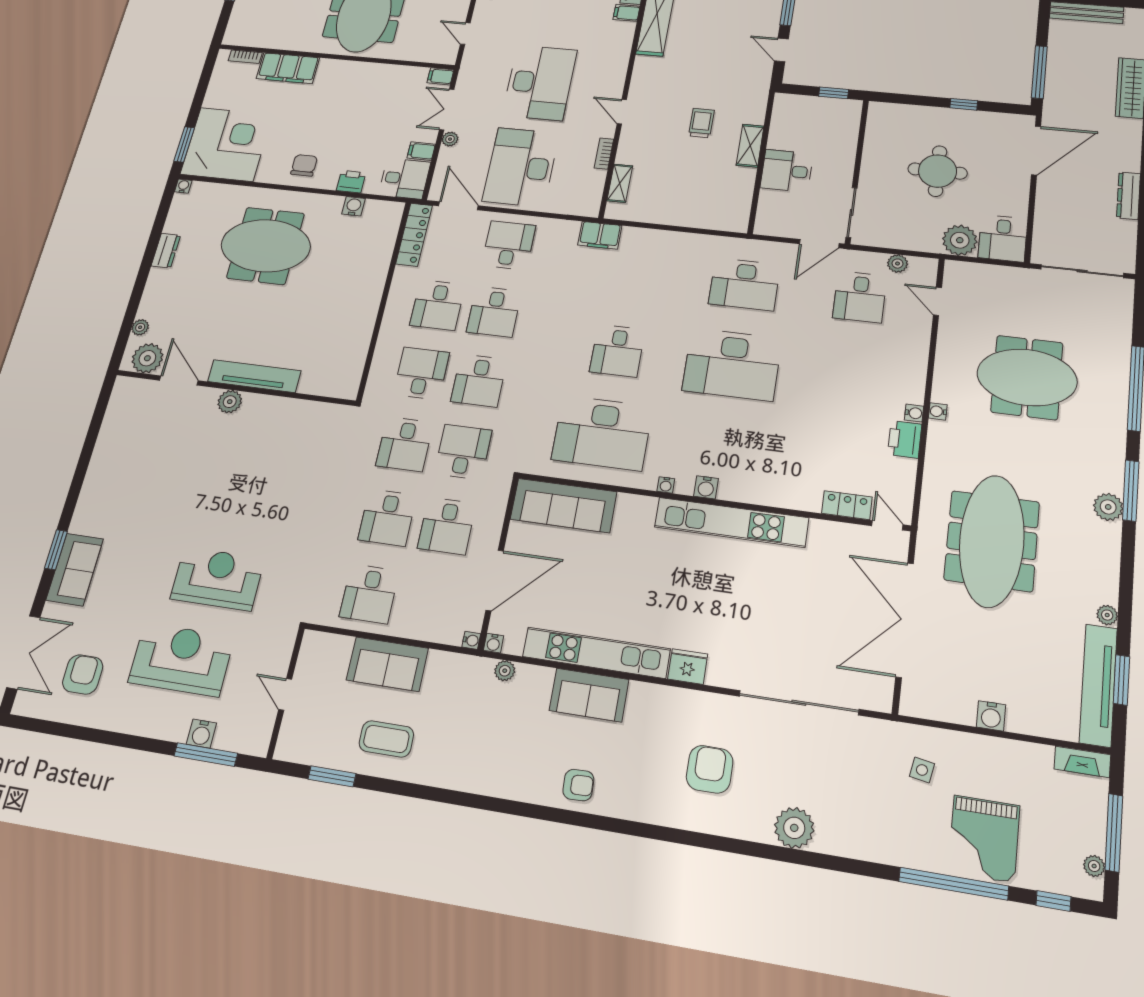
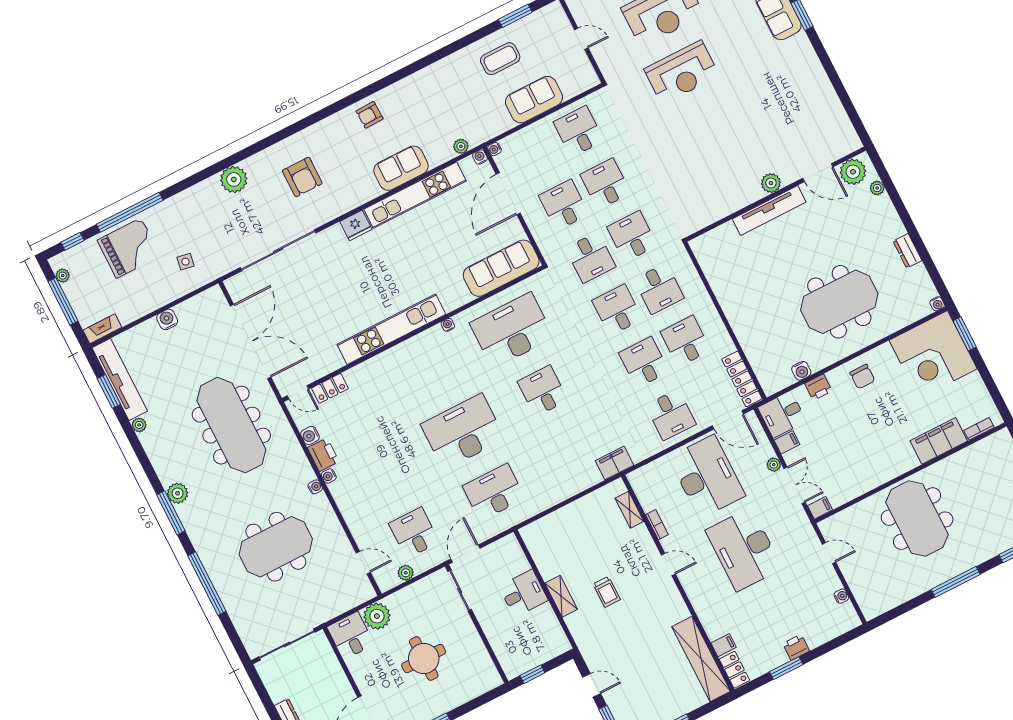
water cooler: (706, 487) -> (310, 436), moved, turned -90
grand piano: (984, 839) -> (129, 248), turned 90

